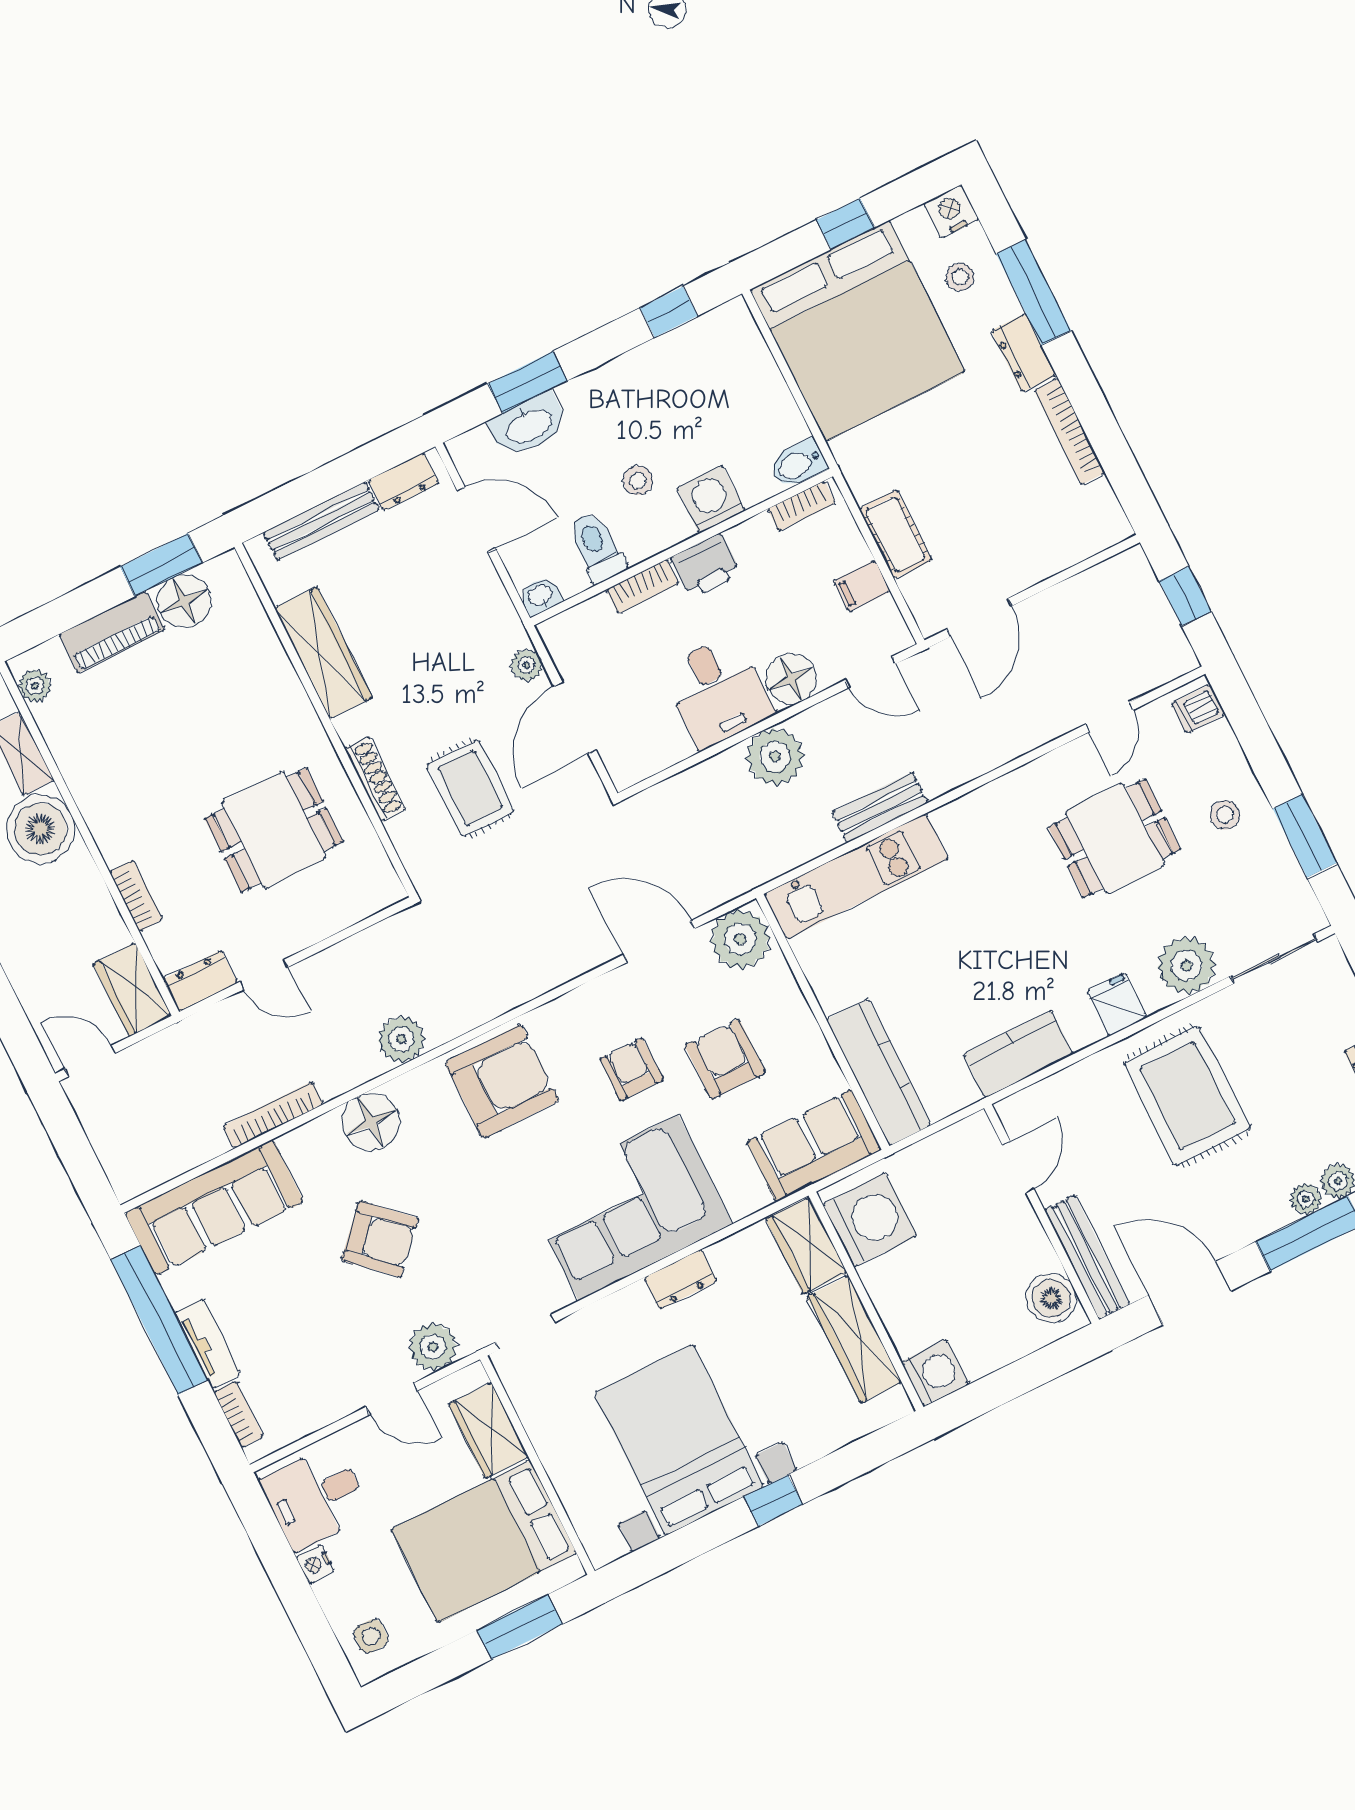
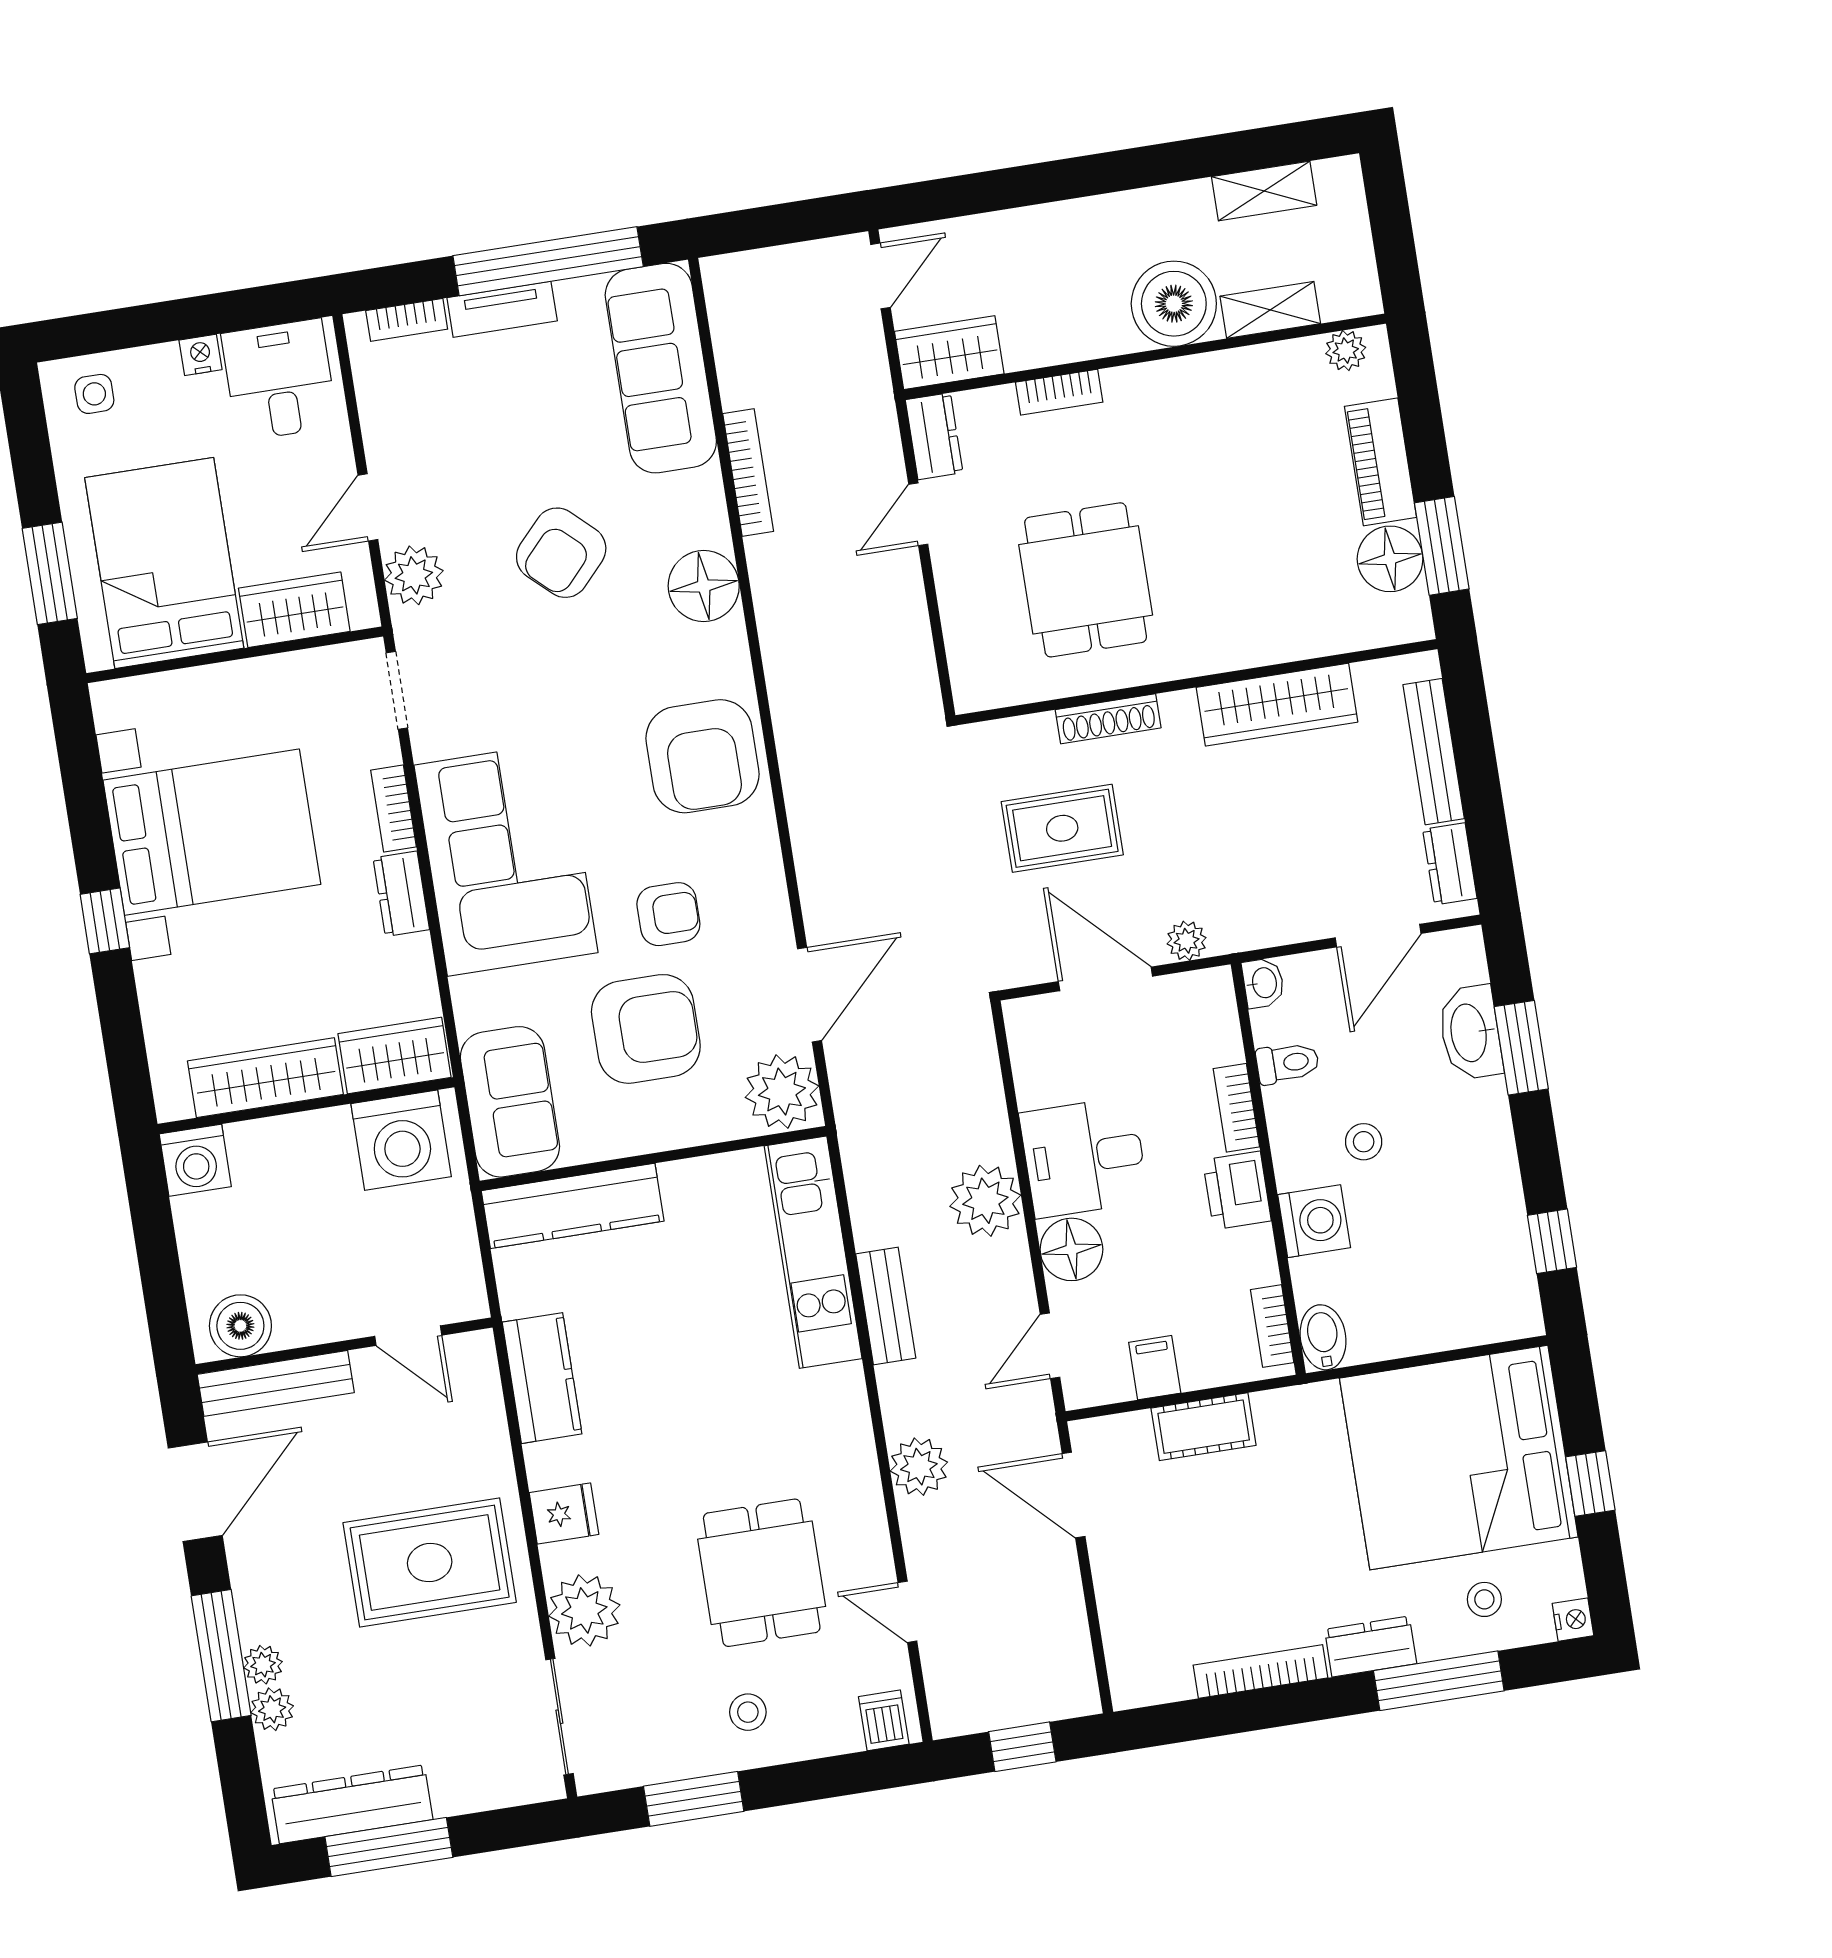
nightstand: (951, 211) -> (1573, 1620), width x0.72, depth x0.74
toilet: (597, 547) -> (1288, 1063), width x0.73, depth x0.72
plant: (401, 1039) -> (919, 1467), moved
armchair: (725, 1059) -> (646, 1029), width x1.36, depth x1.36
bookcase: (617, 1306) -> (394, 809), added

